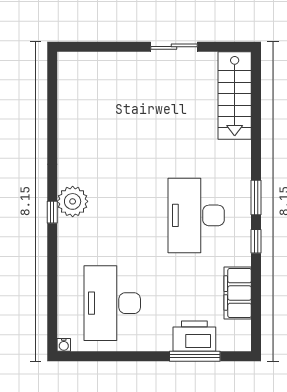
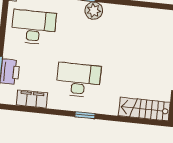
window: (256, 241) -> (60, 113), removed

